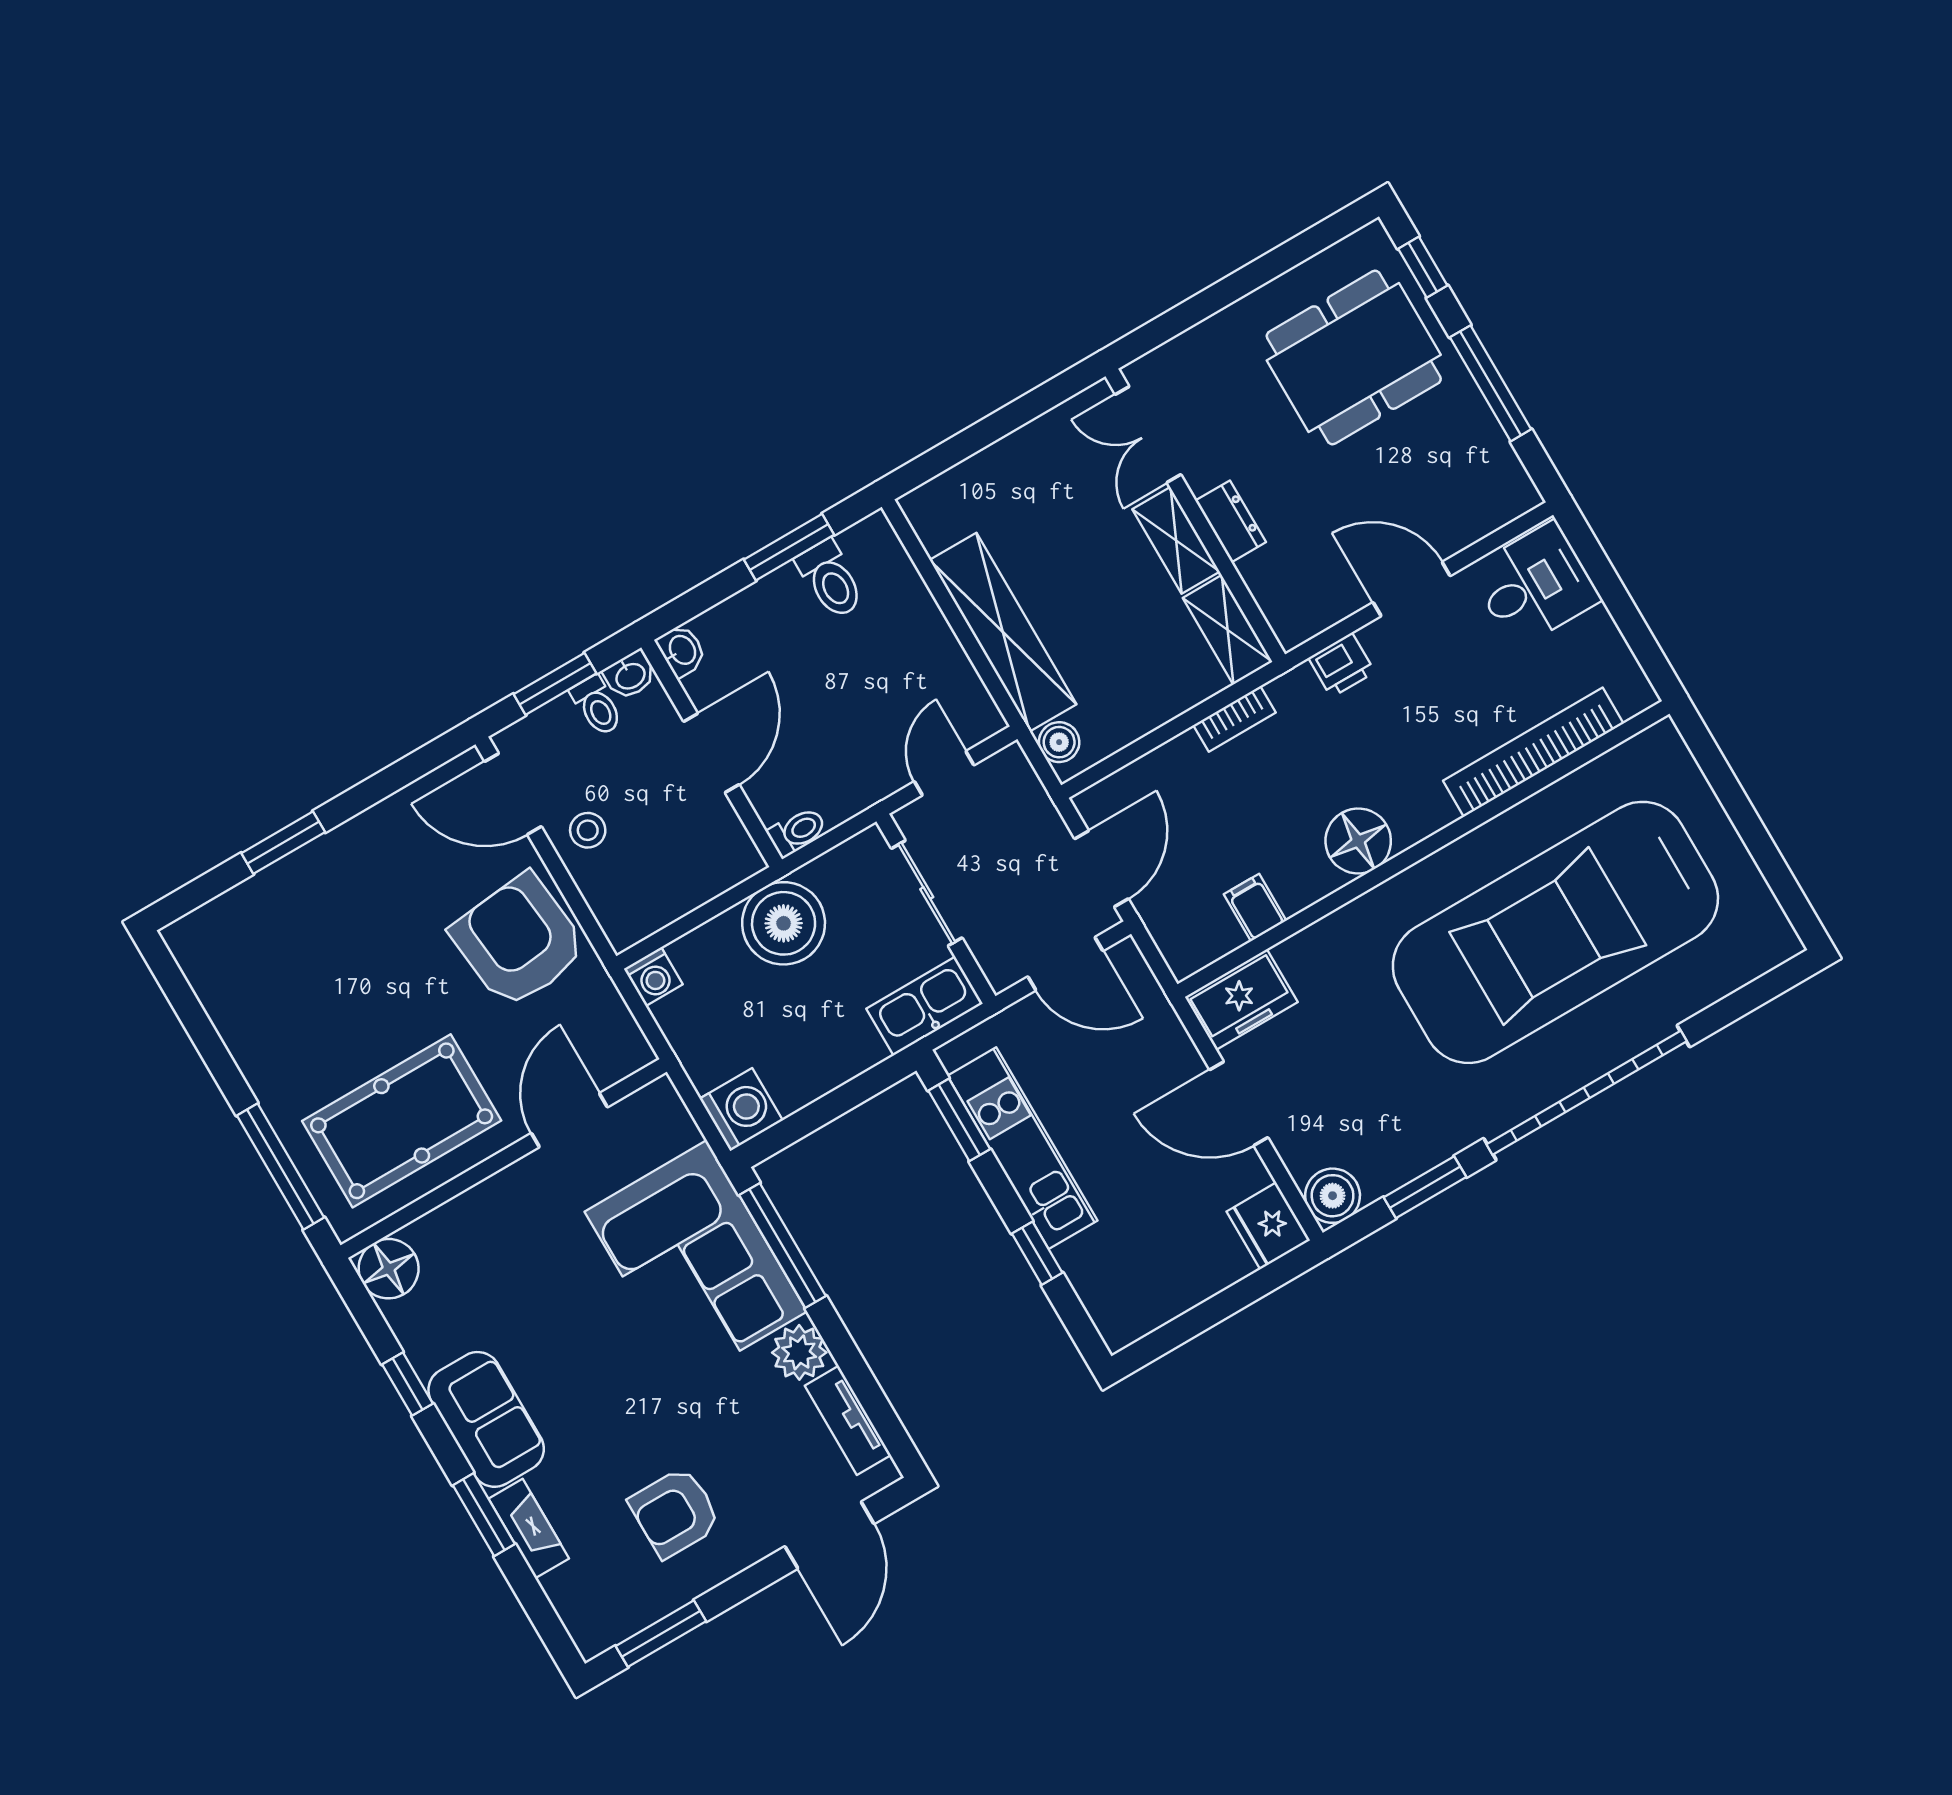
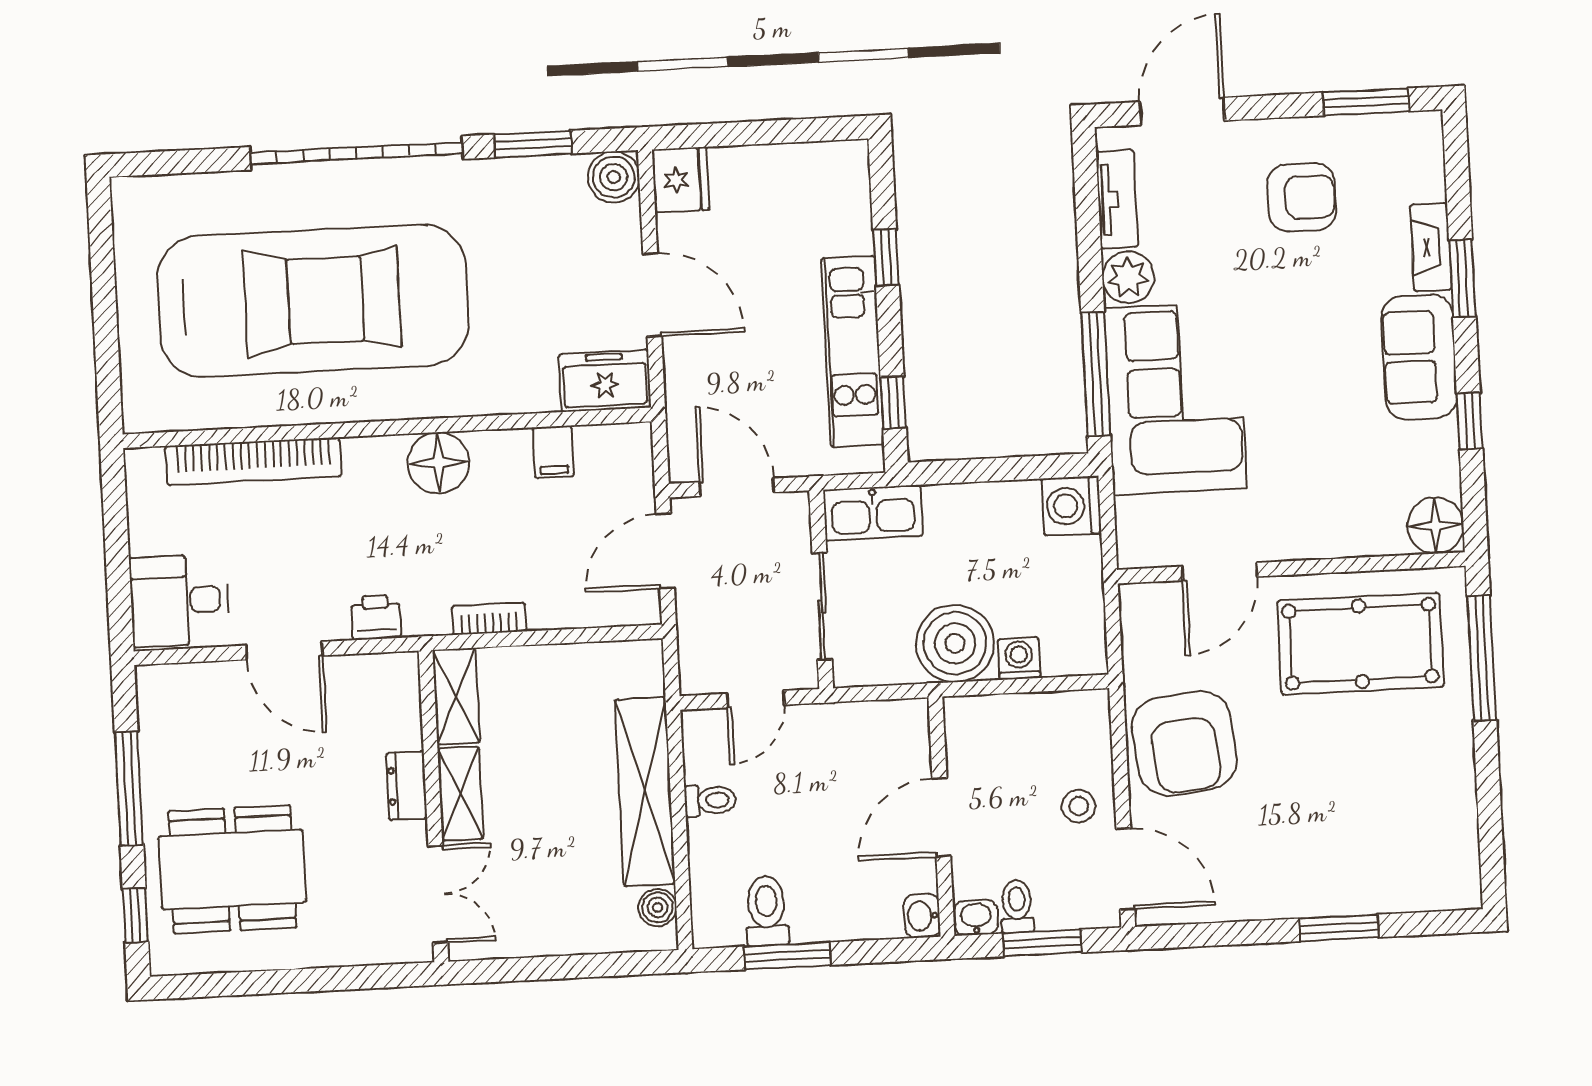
boiler: (1059, 742) -> (658, 908), moved
toilet: (797, 832) -> (710, 800), moved, turned 180
washing machine: (653, 977) -> (1019, 659), moved
window: (959, 1120) -> (893, 403), width x0.67

